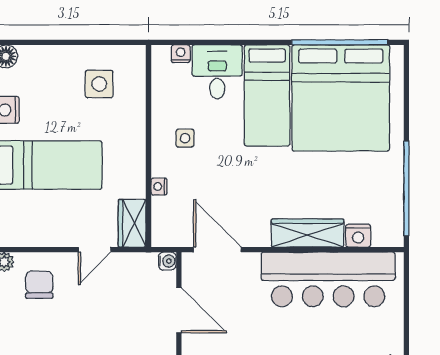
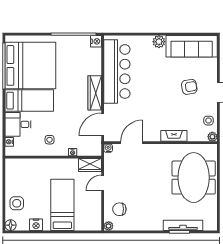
side table: (99, 84) -> (17, 203), moved
wardrobe: (308, 233) -> (95, 93), moved
nightstand: (358, 236) -> (96, 41), moved
door: (95, 250) -> (103, 183), swing flipped

